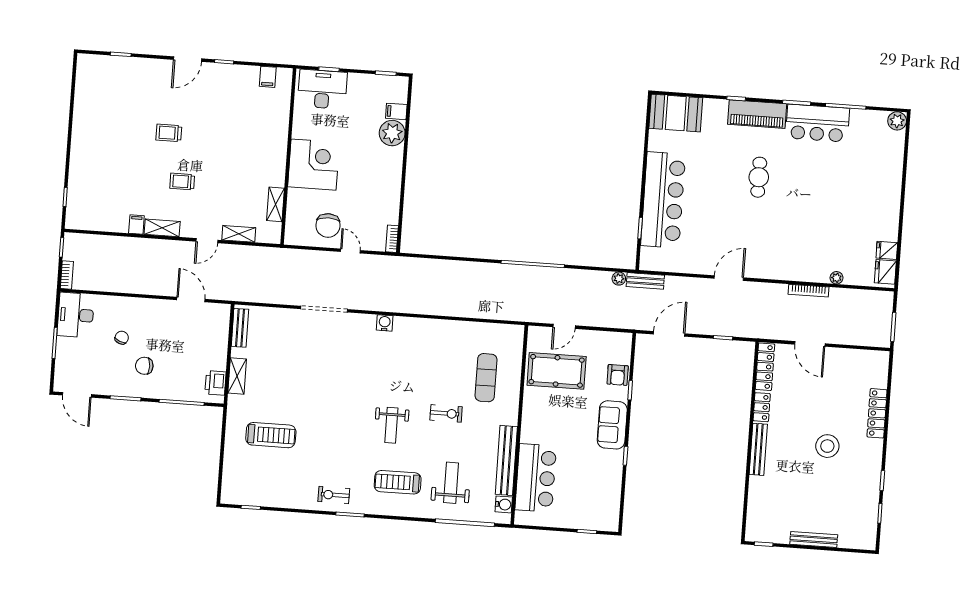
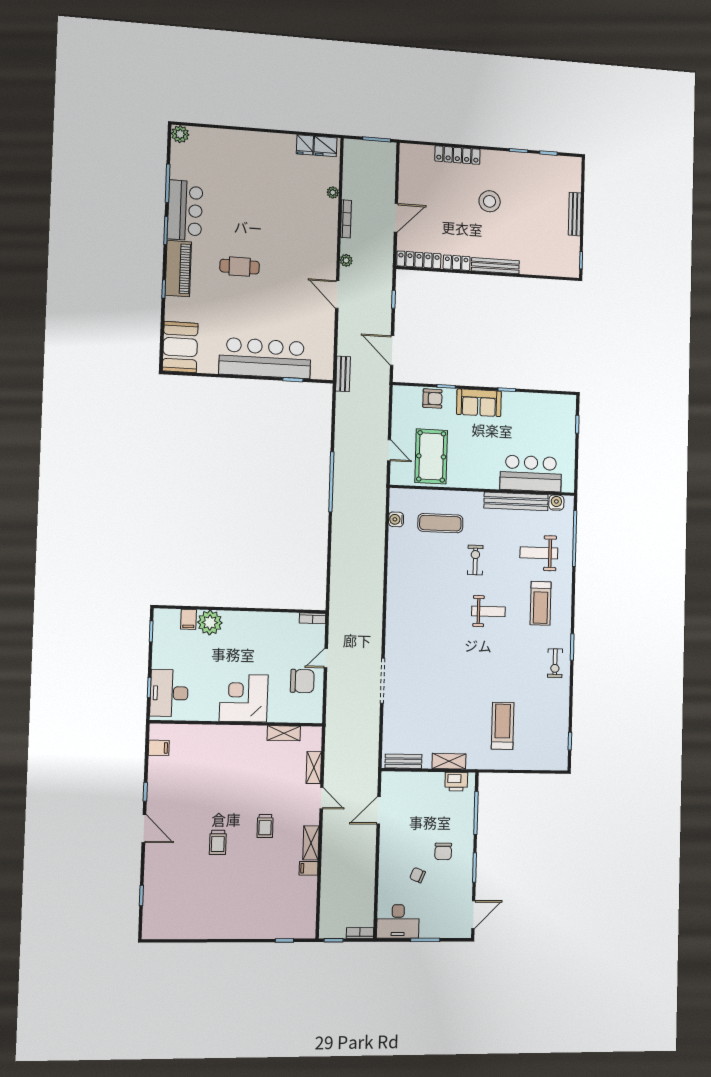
plant: (619, 279) -> (346, 260), moved
water cooler: (385, 323) -> (396, 519), moved

